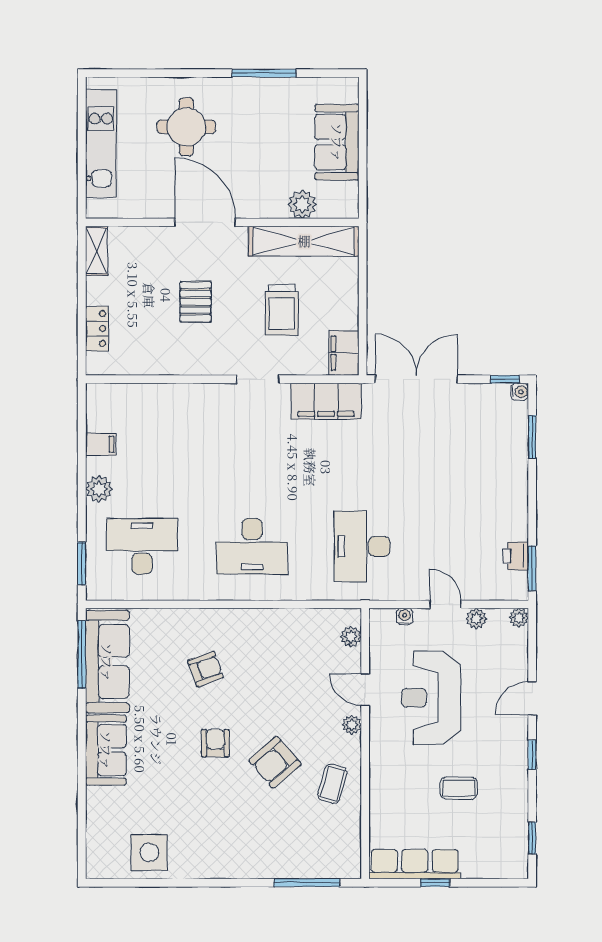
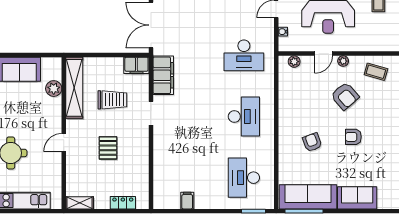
door: (205, 222) -> (64, 143), width x0.53
pallet: (196, 302) -> (108, 148), turned 90
plant: (99, 489) -> (212, 202), removed
armchair: (275, 762) -> (345, 96), moved

